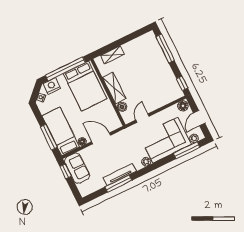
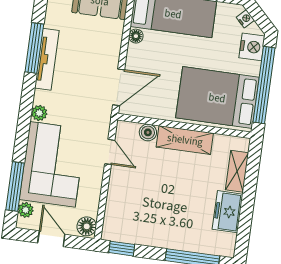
freezer: (133, 47) -> (228, 212), added
door: (101, 138) -> (119, 87), moved

